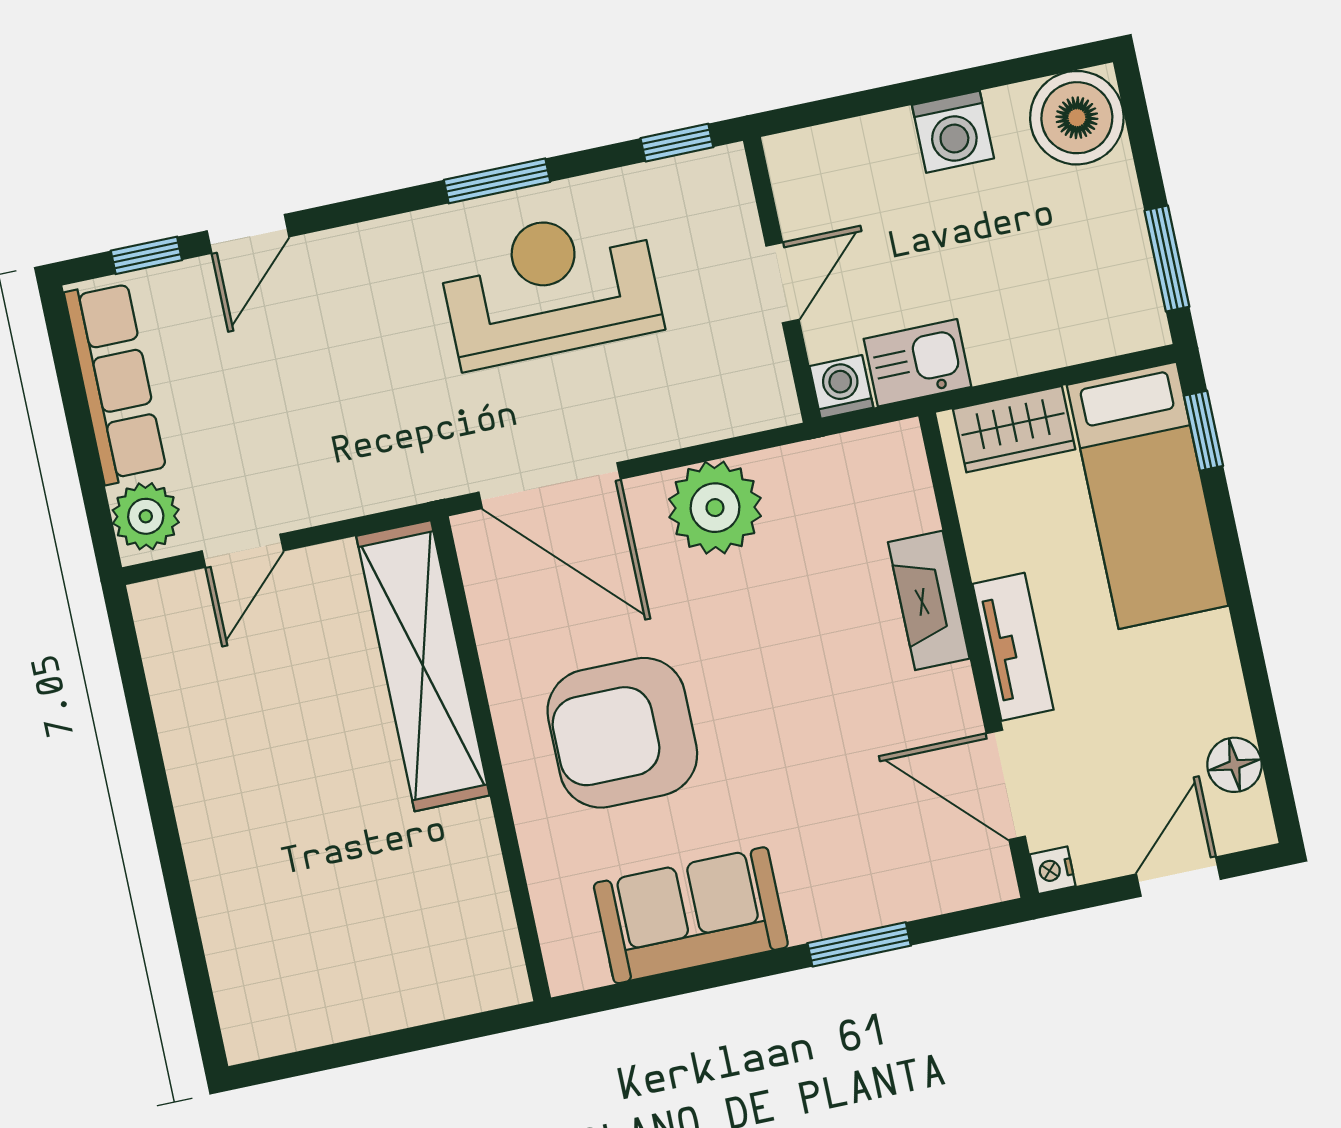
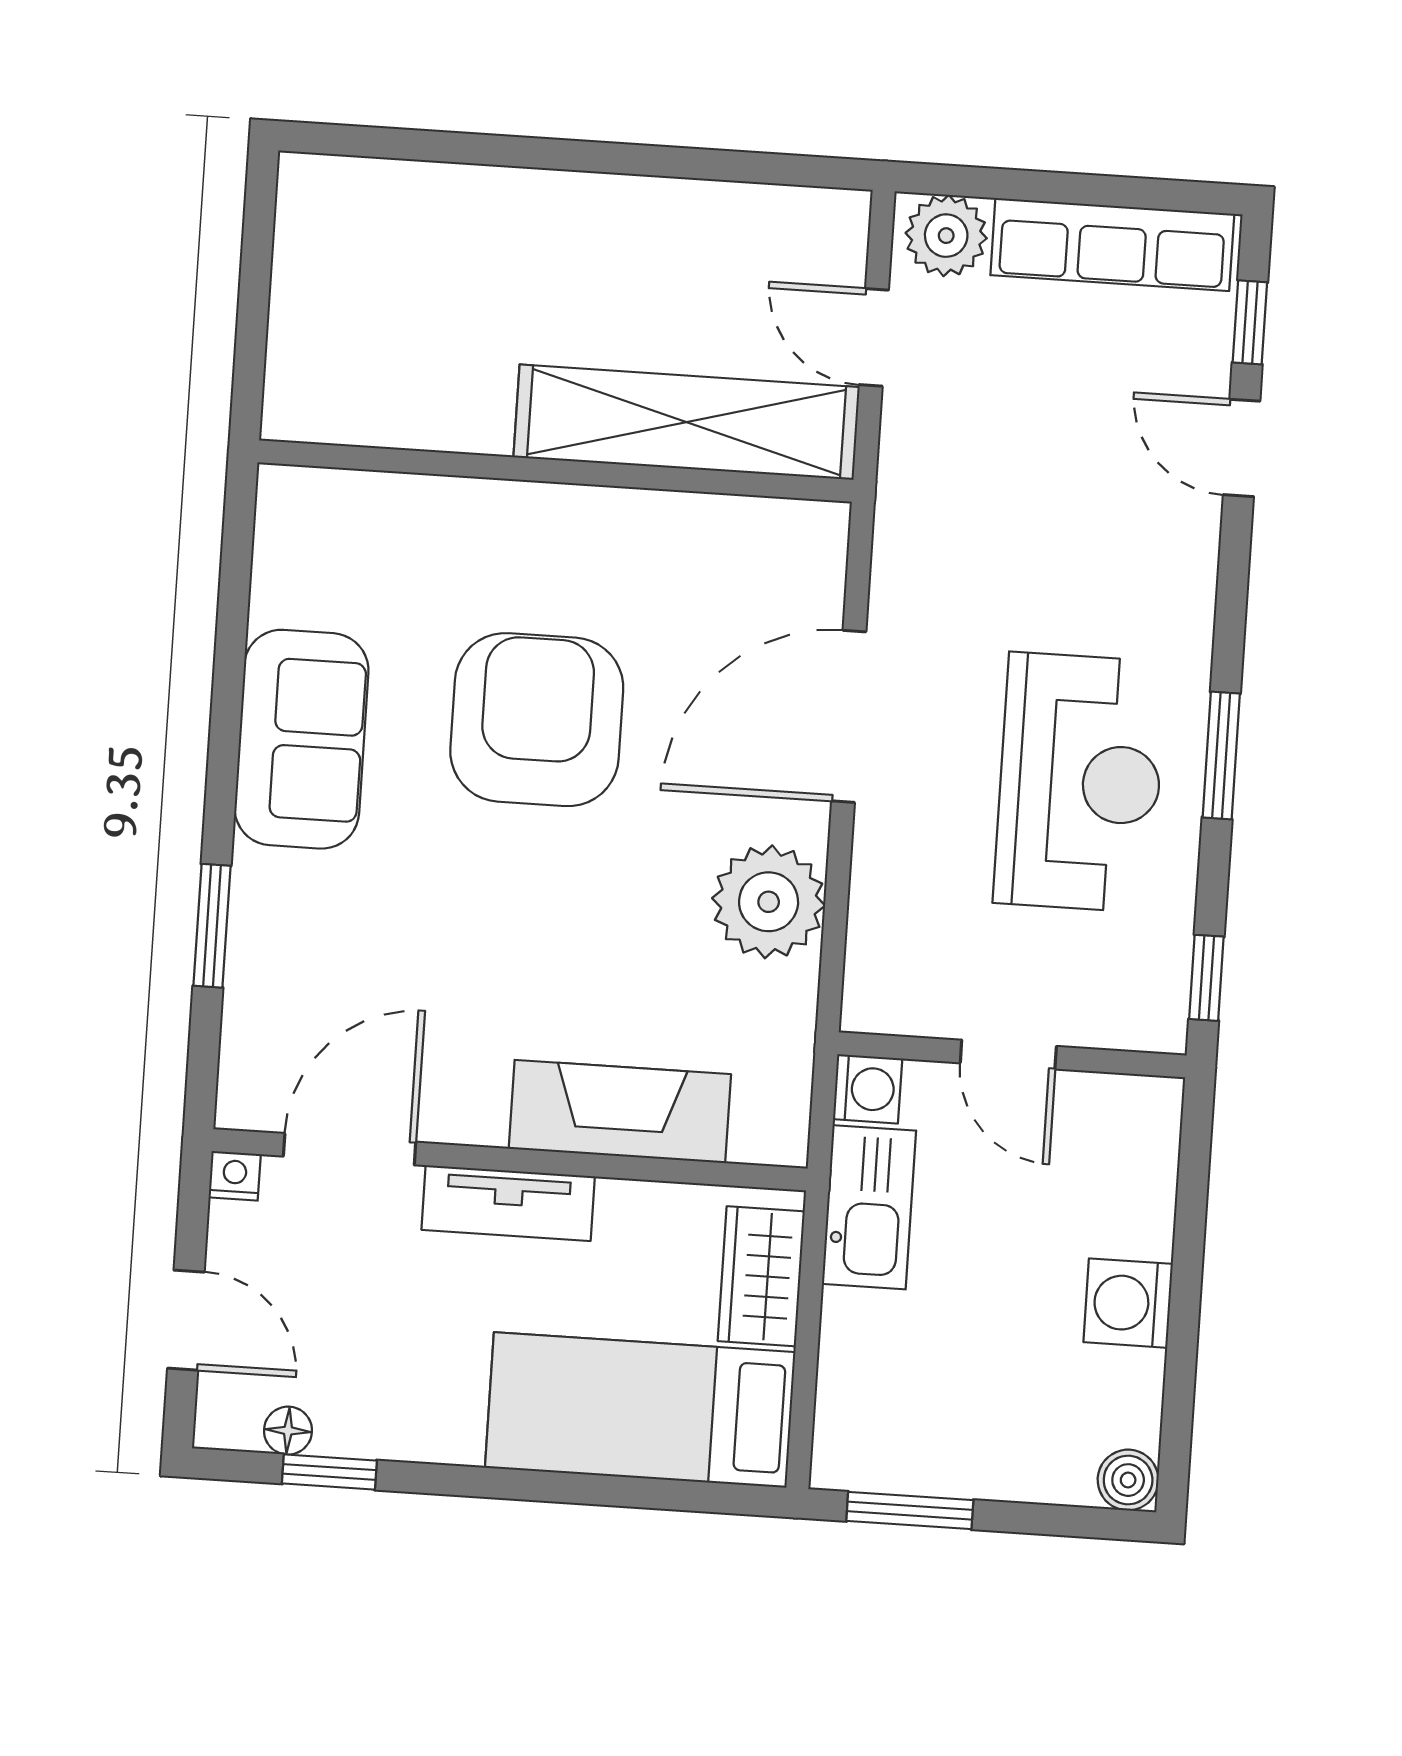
boiler: (1077, 118) -> (1128, 1480), width x0.54, depth x0.54
kitchen sink: (918, 363) -> (869, 1207), width x1.38
window: (1203, 431) -> (329, 1472), moved
fireplace: (929, 600) -> (620, 1112), width x1.37, depth x1.32
shelving: (423, 666) -> (687, 422), moved
wall: (491, 759) -> (555, 471), moved
floor lamp: (1234, 765) -> (288, 1431), width x0.73, depth x0.73

